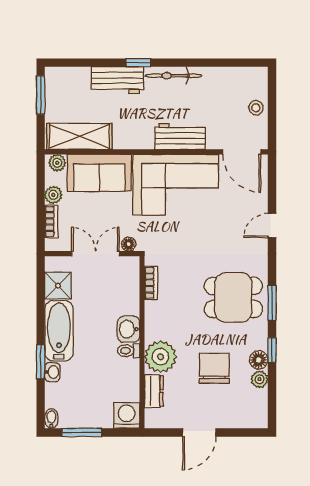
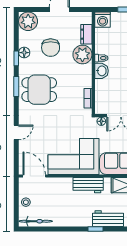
bicycle: (173, 76) -> (36, 221), moved
workbench: (180, 136) -> (88, 185), moved
plant: (259, 379) -> (28, 21), moved, width x1.88, depth x1.88

